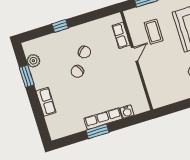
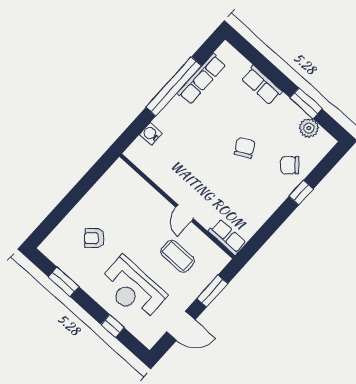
row of seats: (121, 35) -> (227, 237), moved
chair: (84, 52) -> (290, 165), moved
row of seats: (103, 119) -> (202, 79), moved
window: (97, 131) -> (174, 86), width x2.11

